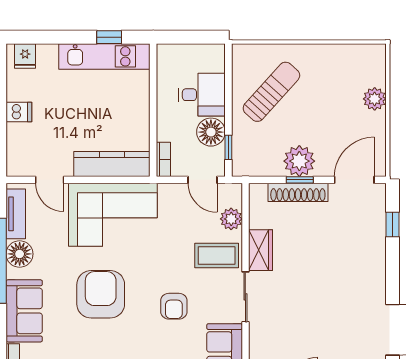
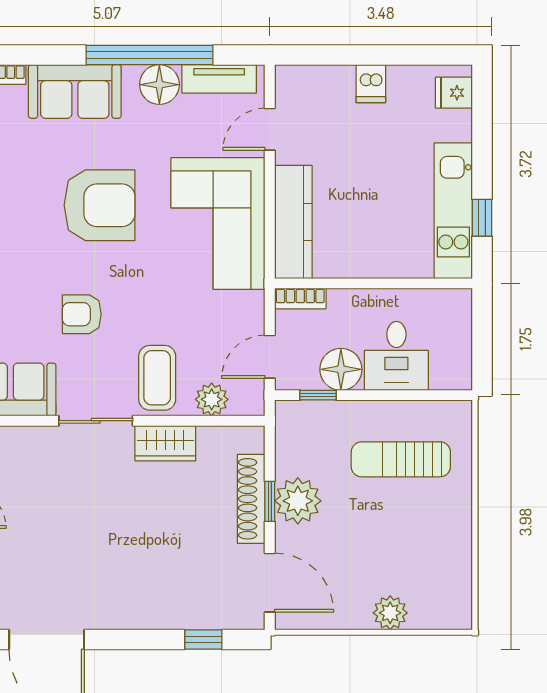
sun lounger: (271, 92) -> (401, 459), turned 138

